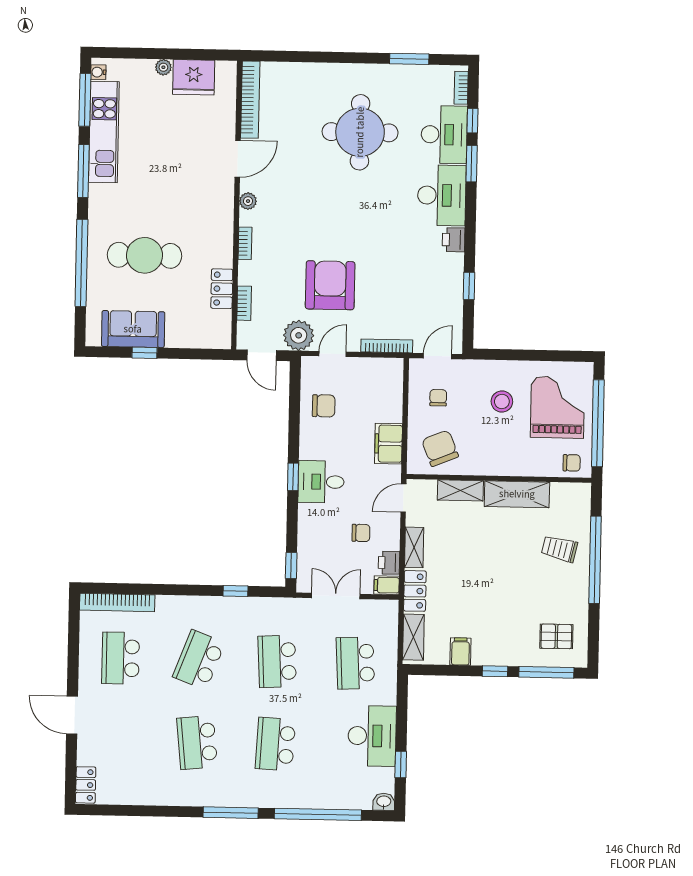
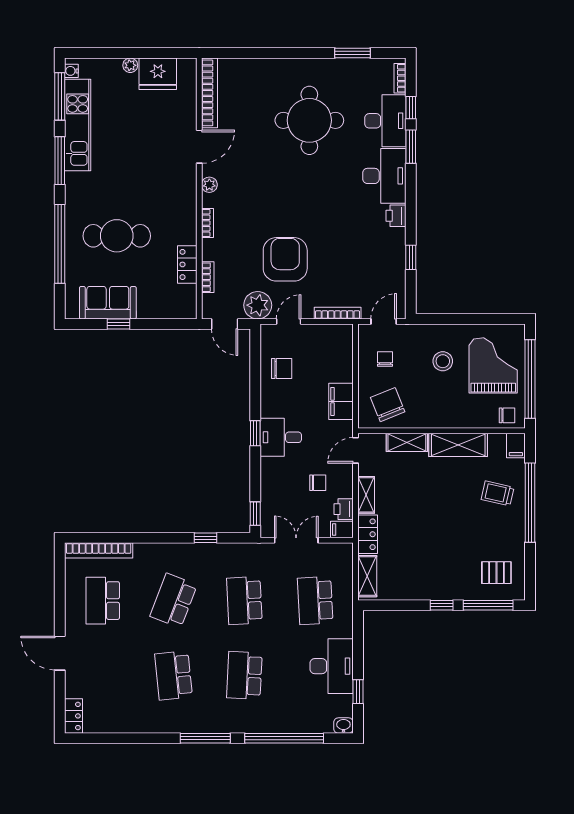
filing cabinet: (460, 651) -> (516, 446), moved, turned 180

